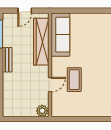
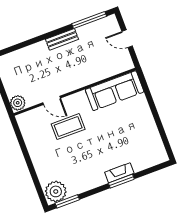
wardrobe: (41, 42) -> (98, 71), removed

